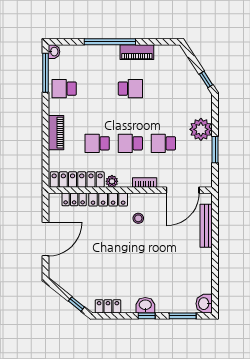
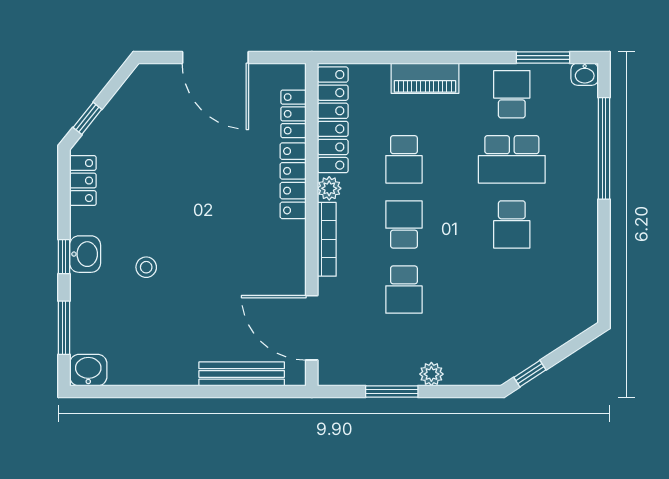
window: (110, 42) -> (604, 148), moved
piano: (137, 52) -> (584, 237), removed
window: (45, 73) -> (543, 57), width x0.69
school desk: (97, 89) -> (512, 159), added
plant: (201, 129) -> (431, 374), width x0.53, depth x0.53
school desk: (97, 143) -> (404, 159), turned 180
school desk: (163, 143) -> (404, 290), turned 180
bookcase: (145, 183) -> (327, 239), width x1.56
stool: (138, 218) -> (146, 267), moved

